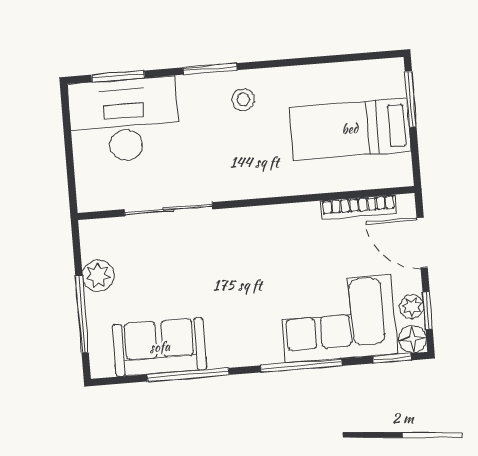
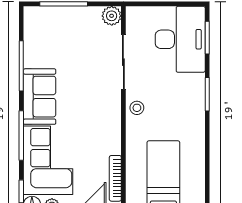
stool: (243, 100) -> (137, 108), moved
plant: (98, 276) -> (112, 16), moved
sofa: (160, 347) -> (40, 97), moved

